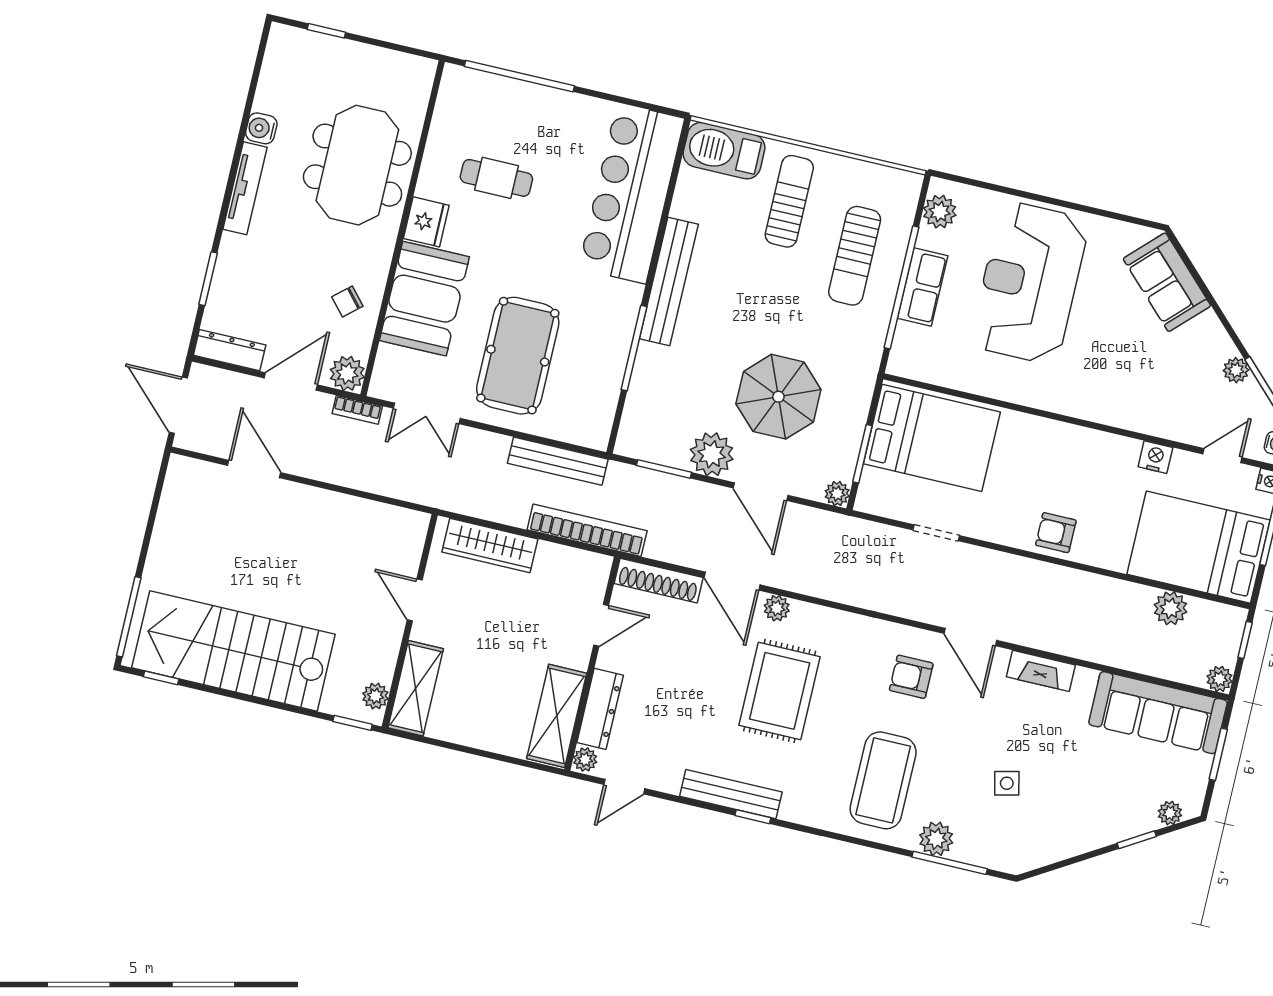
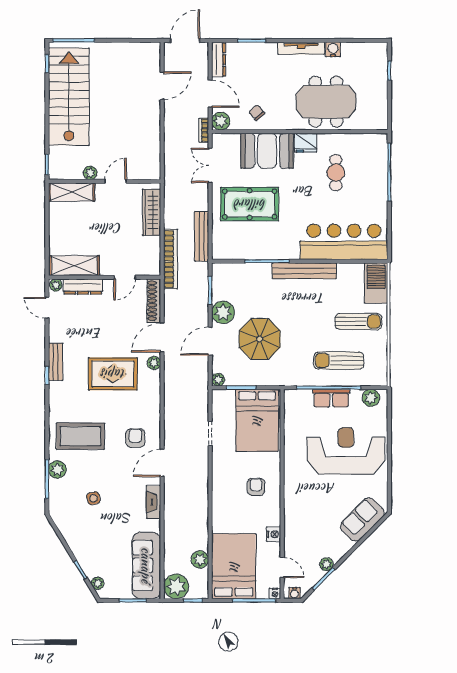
armchair: (1056, 533) -> (256, 487), moved
door: (601, 625) -> (125, 277), hinge flipped
plant: (1219, 679) -> (176, 586), width x1.87, depth x1.87
plant: (375, 696) -> (90, 173), moved
bench: (731, 794) -> (56, 362), width x0.73

